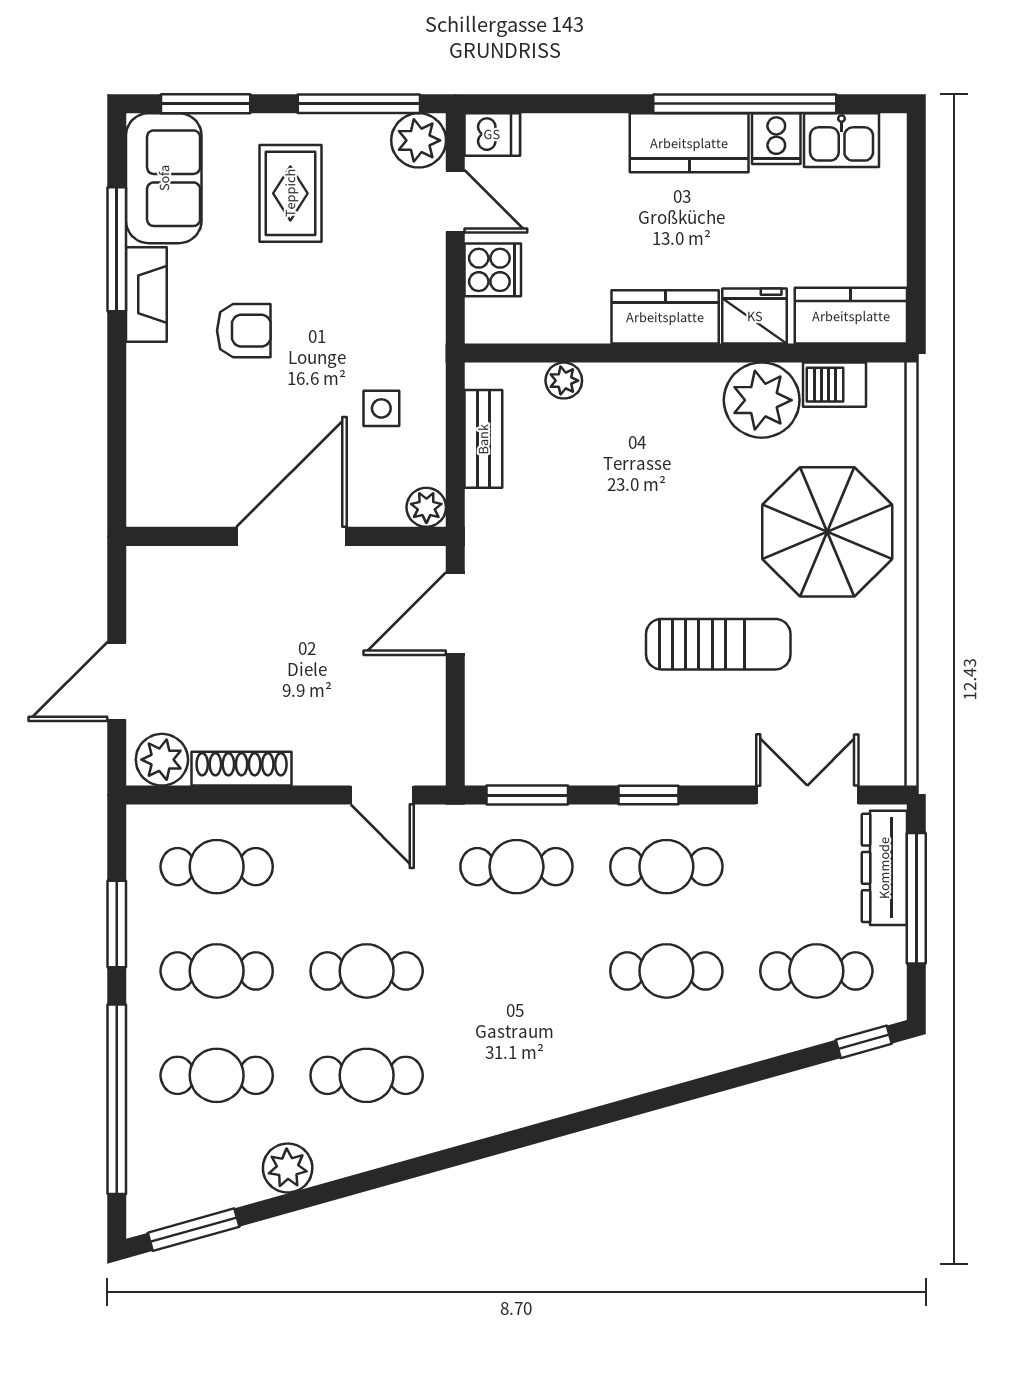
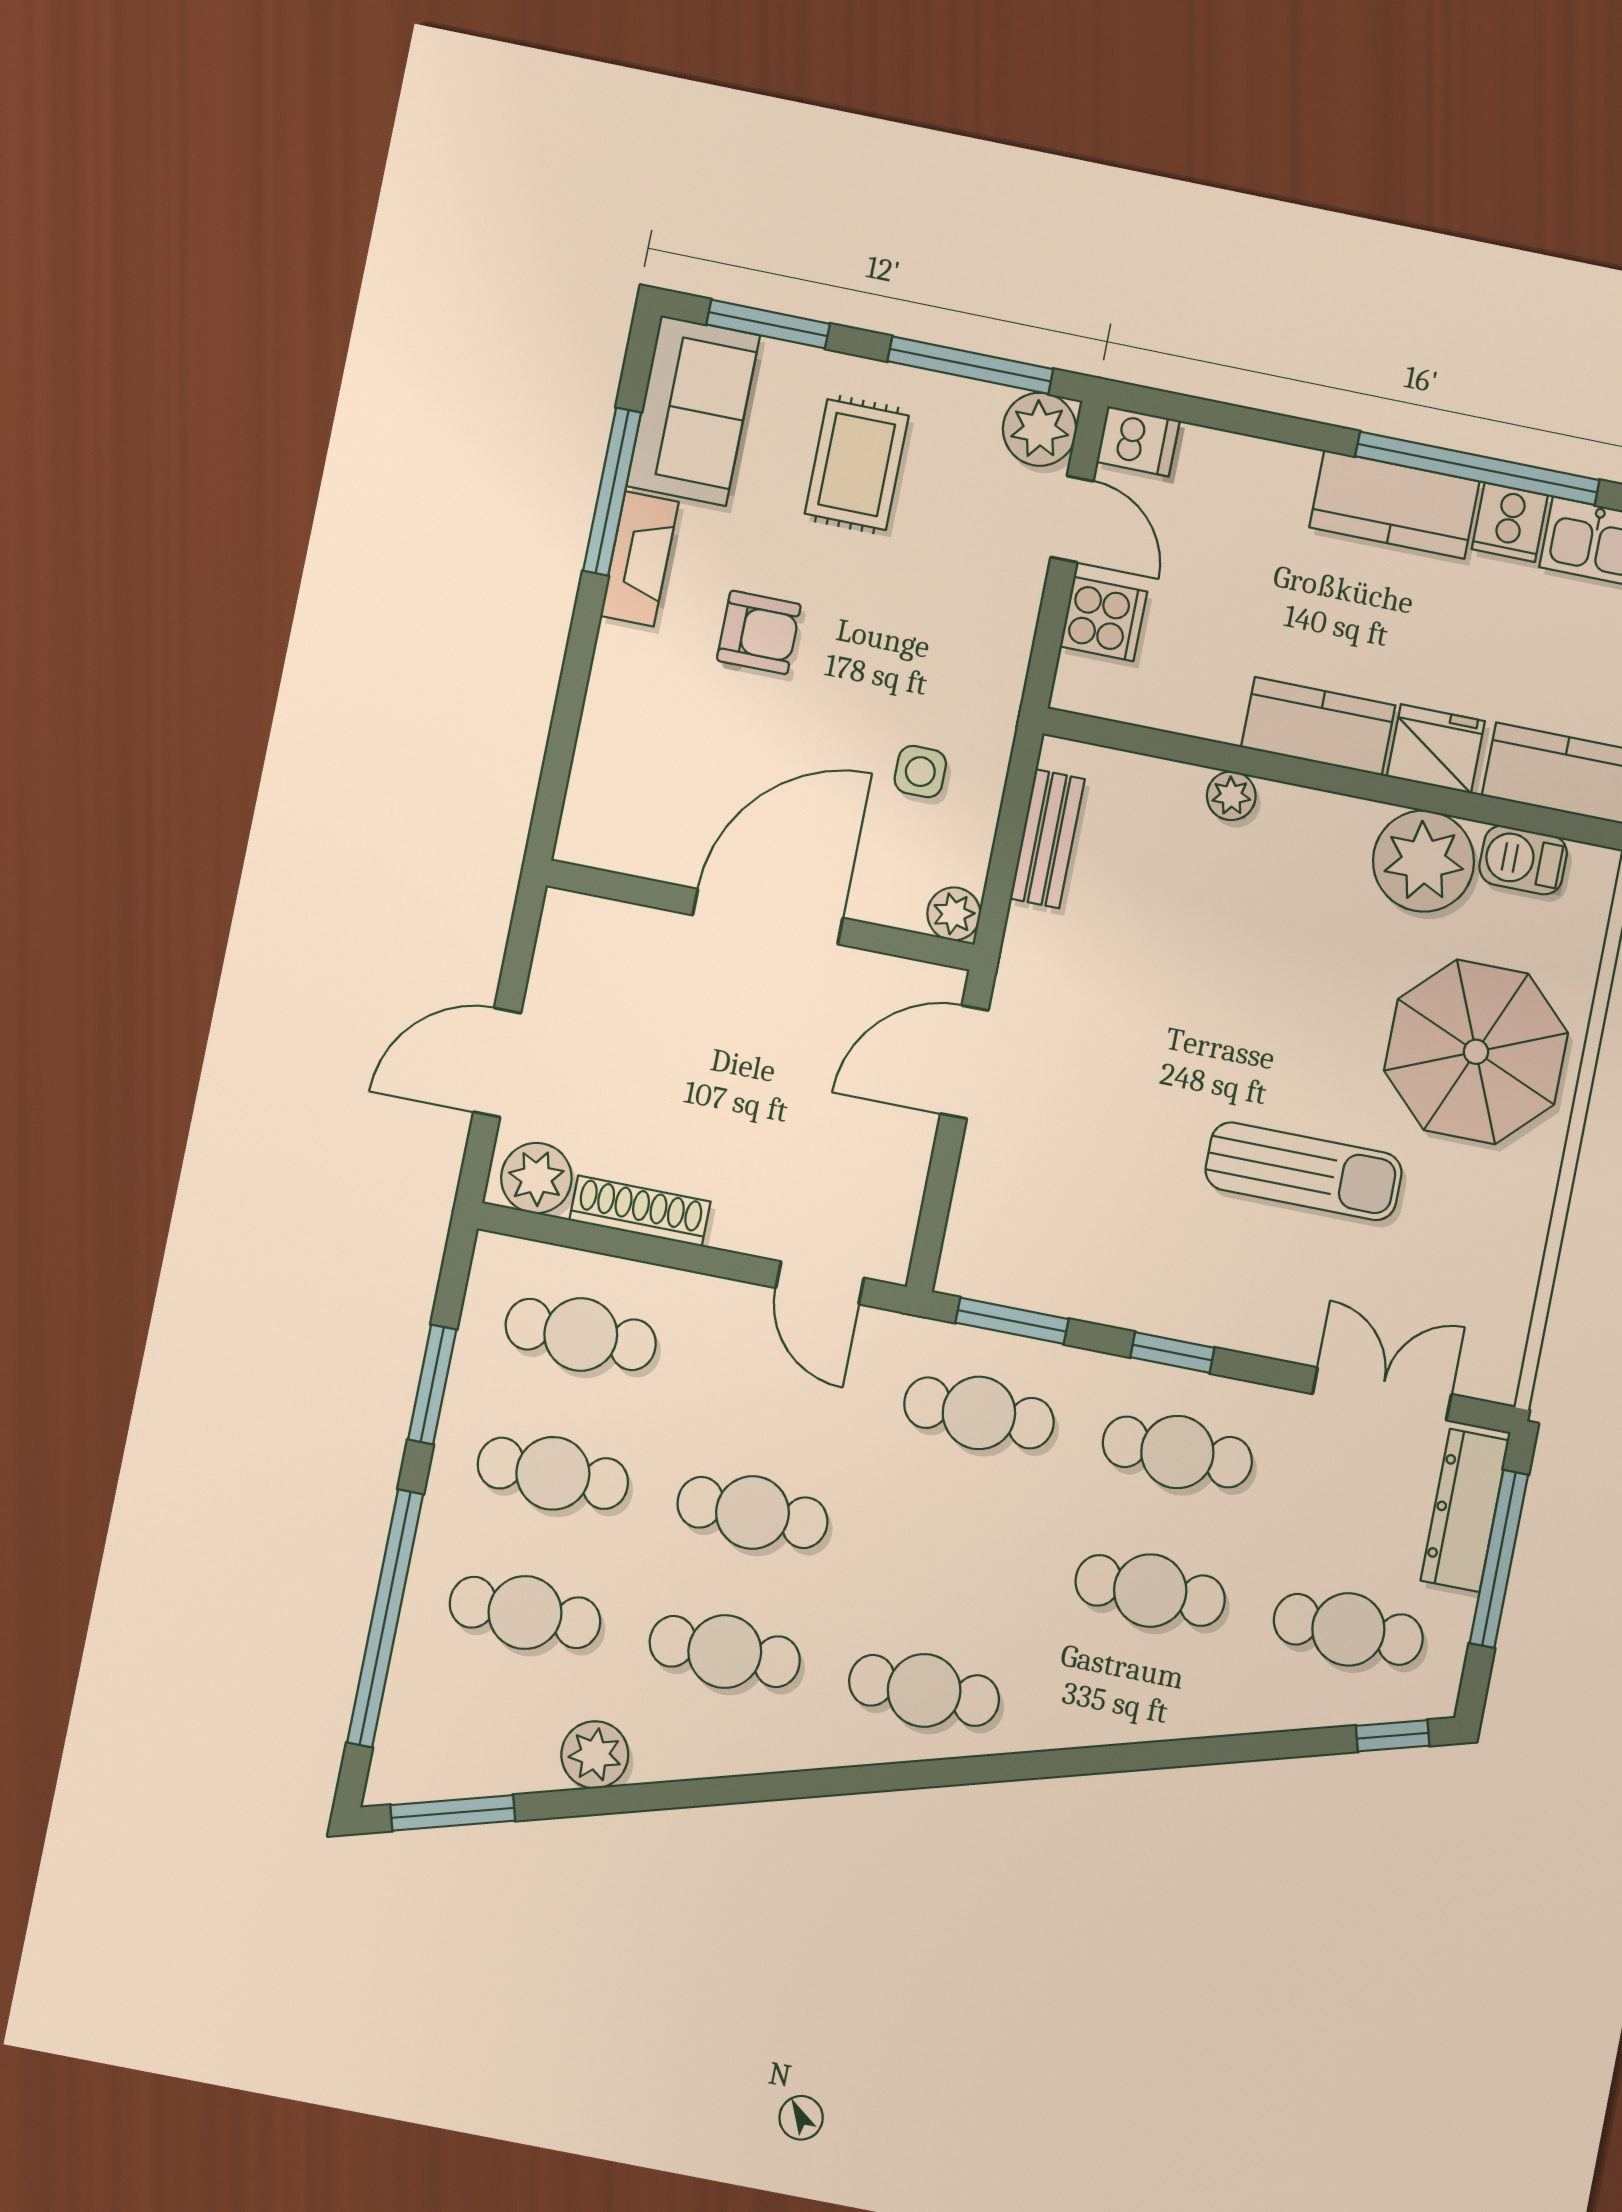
plant: (564, 381) -> (1231, 796), moved
cafe table: (516, 1075) -> (924, 1690), added

